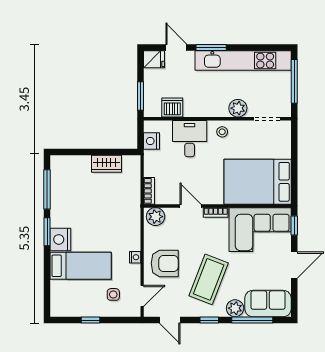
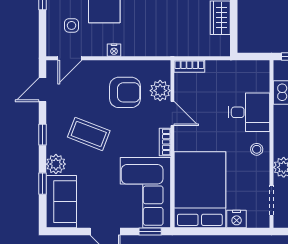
nightstand: (152, 141) -> (237, 219), moved, turned 180
door: (191, 206) -> (172, 113), hinge flipped
plant: (156, 217) -> (160, 91), moved
armchair: (165, 263) -> (125, 92), moved, turned -90
coffee table: (209, 279) -> (89, 134), width x0.73, depth x0.76
door: (142, 296) -> (70, 58), hinge flipped
window: (252, 320) -> (42, 184), width x0.46

